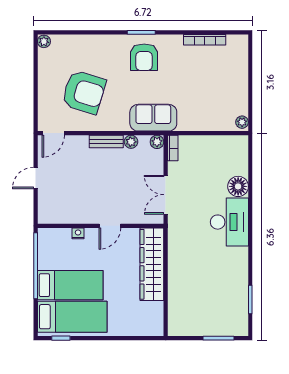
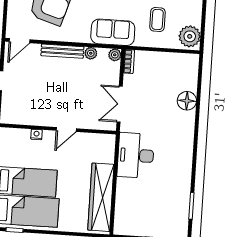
coffee table: (201, 101) -> (157, 19), added
plant: (242, 122) -> (190, 36), width x1.88, depth x1.88
bench: (106, 142) -> (62, 51), width x1.36
desk: (229, 222) -> (136, 155), moved, turned 180
wardrobe: (152, 264) -> (101, 197), moved

